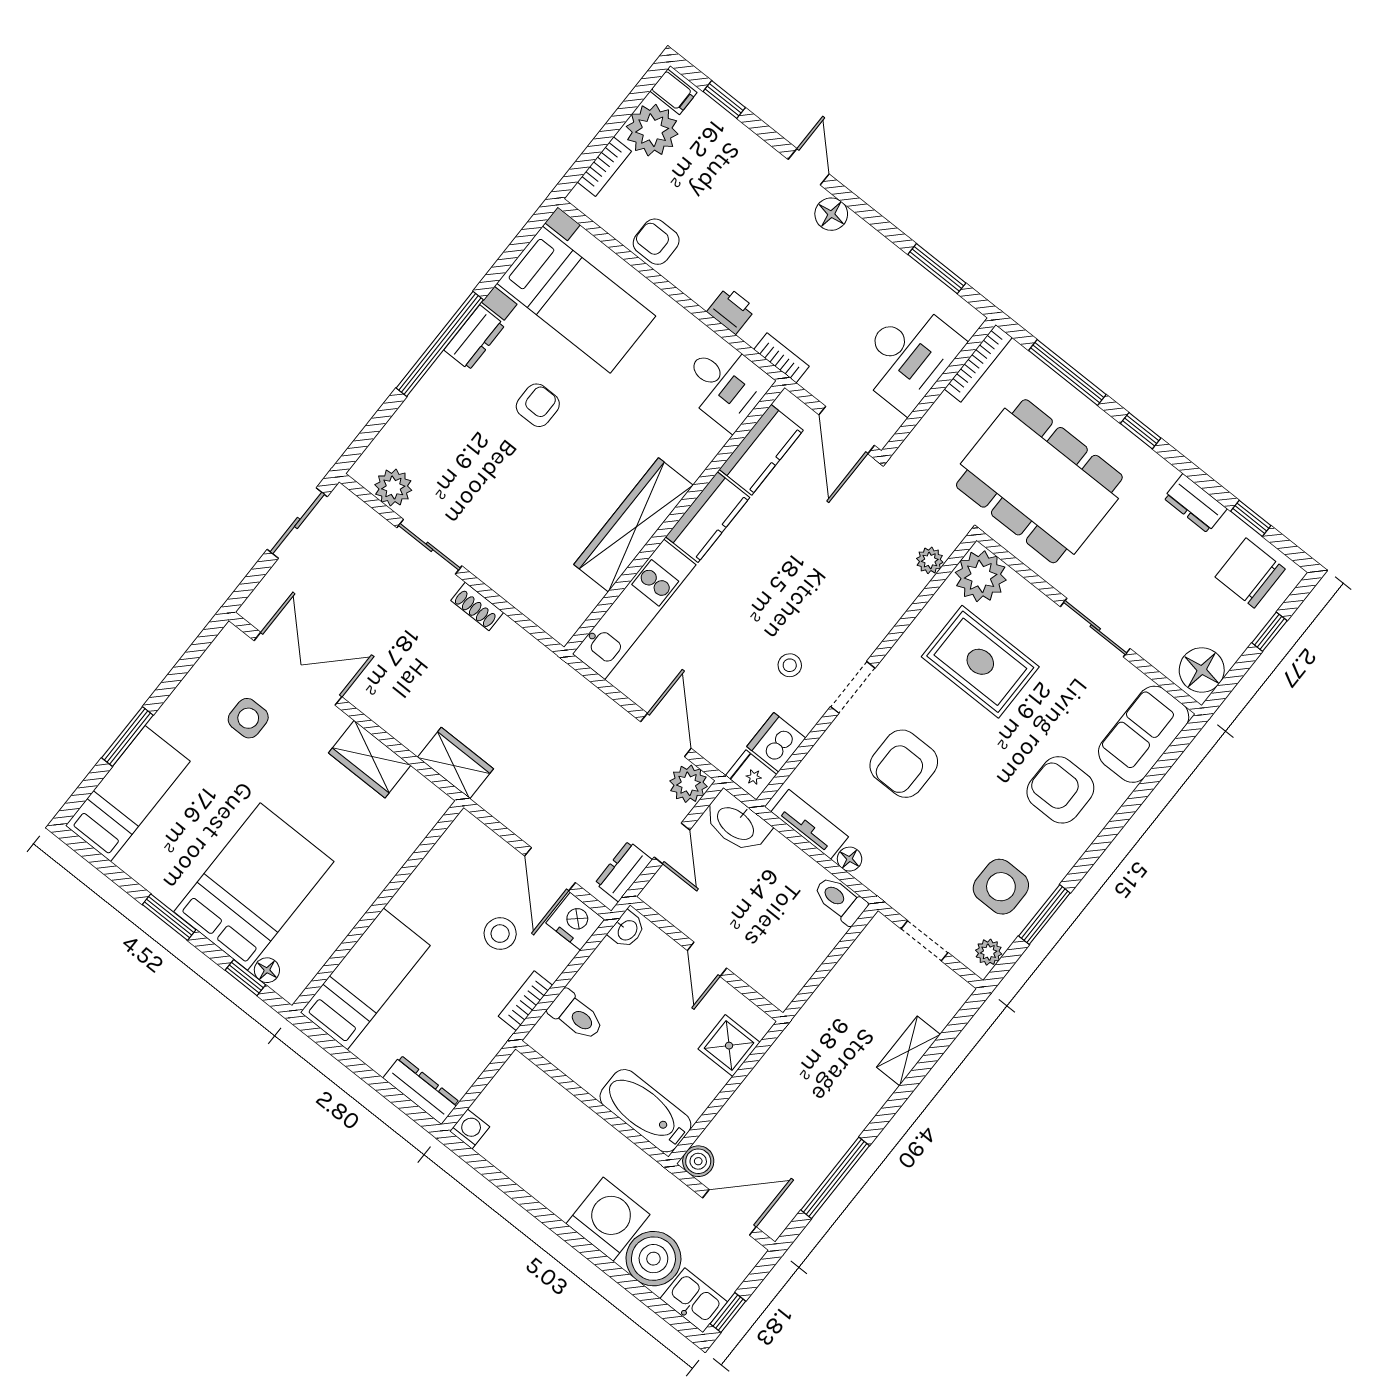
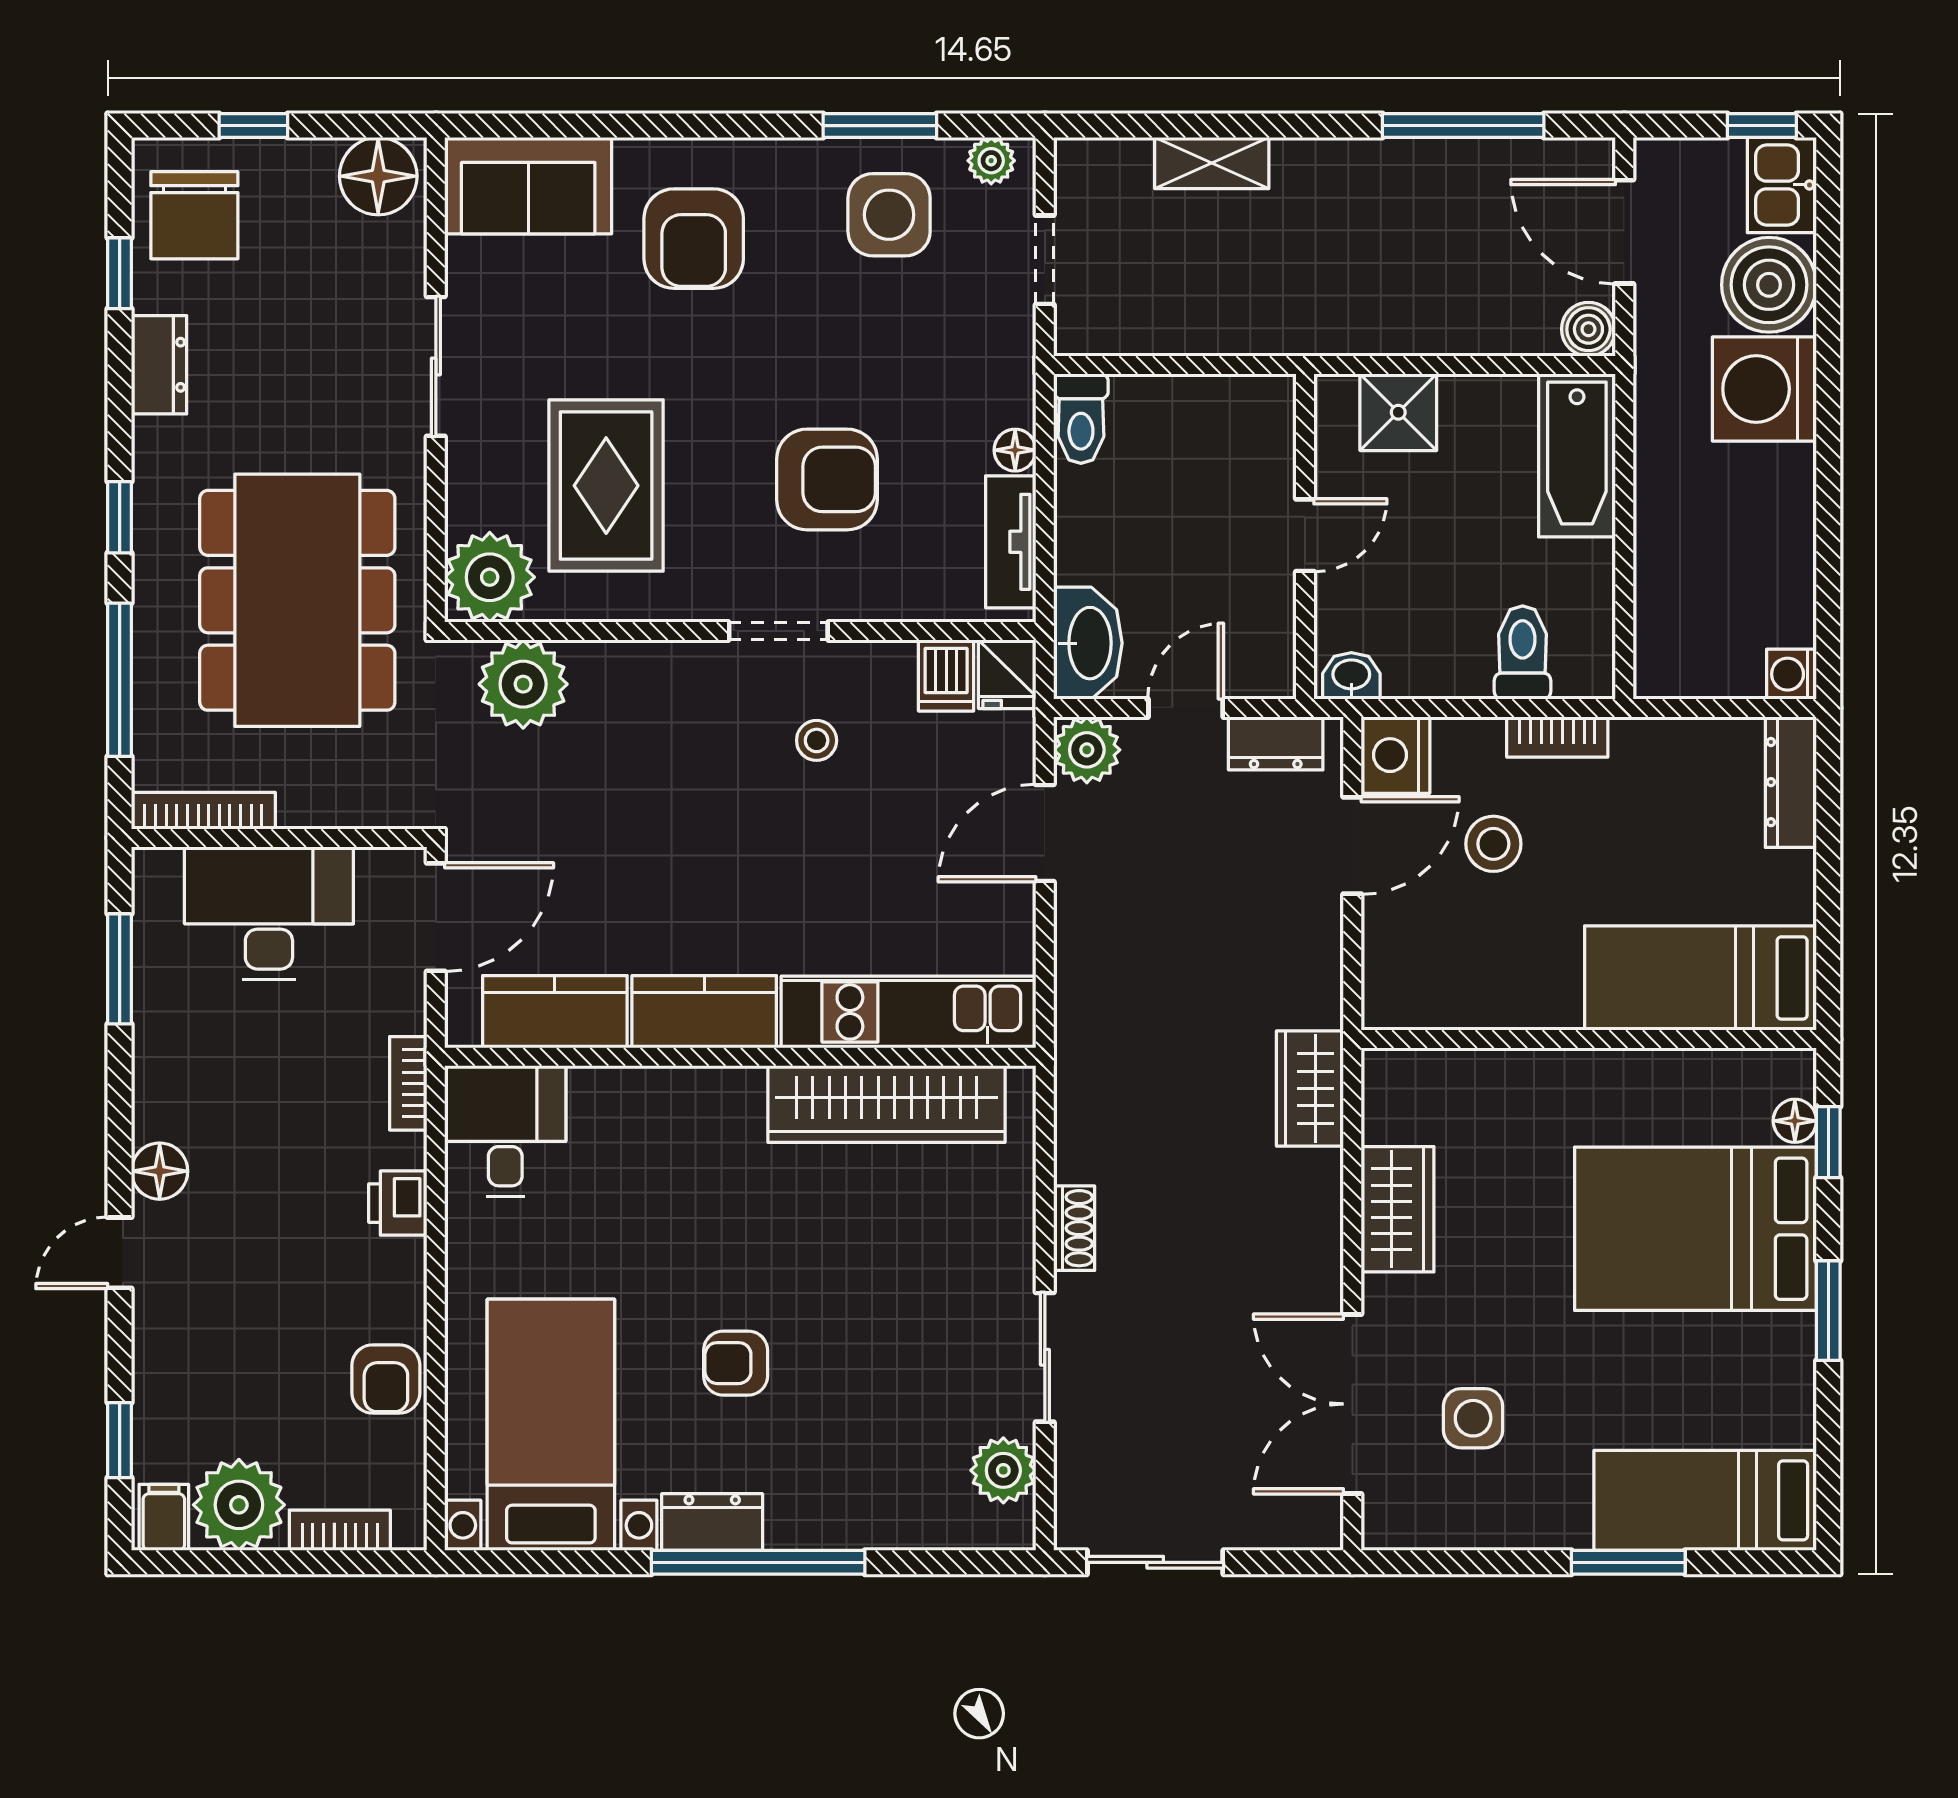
wardrobe: (634, 525) -> (886, 1104), moved
plant: (930, 560) -> (523, 684), width x1.88, depth x1.88
dishwasher: (776, 742) -> (946, 675), width x0.73

